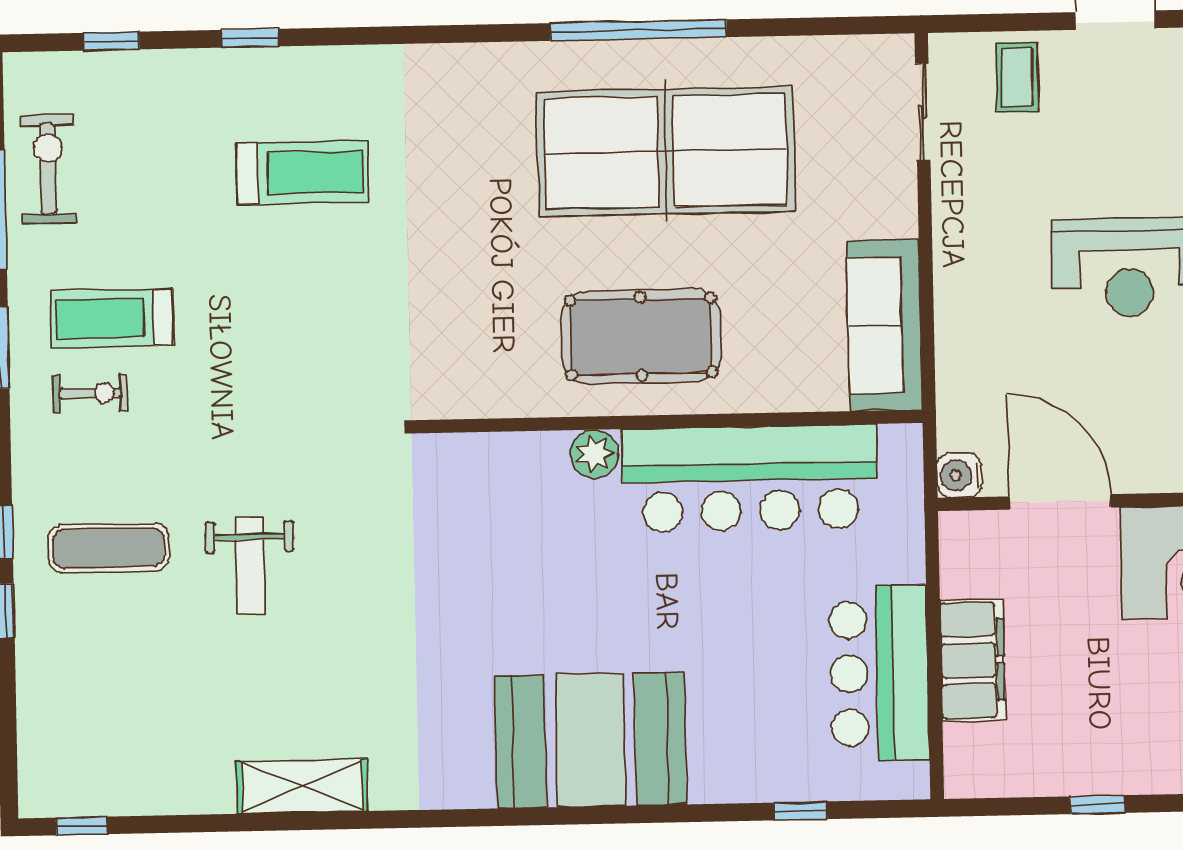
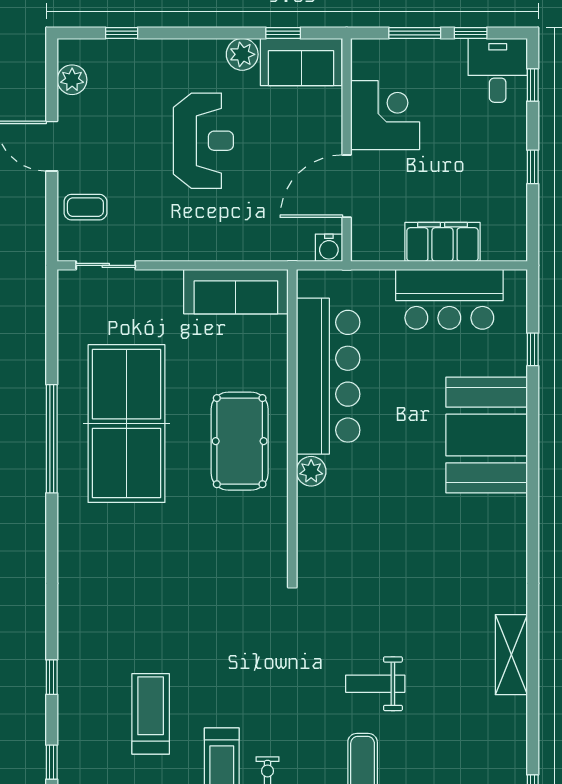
treadmill: (302, 173) -> (151, 714), moved
weight bench: (250, 566) -> (375, 684), turned 180
booth: (590, 740) -> (487, 435), moved

